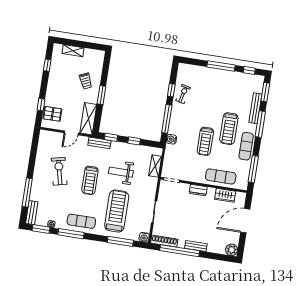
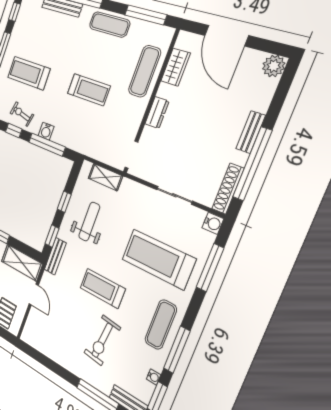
treadmill: (229, 129) -> (29, 73), moved, turned 180
water cooler: (172, 139) -> (46, 131), moved
exercise bike: (59, 171) -> (102, 340), moved, turned -71
weight bench: (121, 172) -> (89, 222), moved, turned 180
treadmill: (90, 180) -> (103, 288), turned 180

